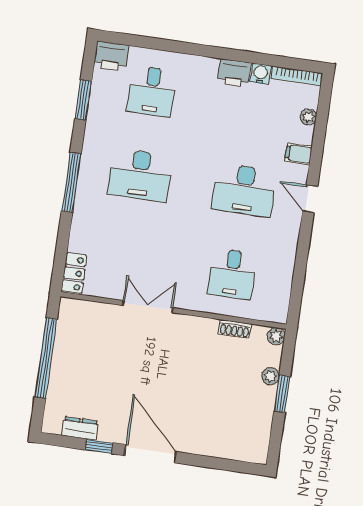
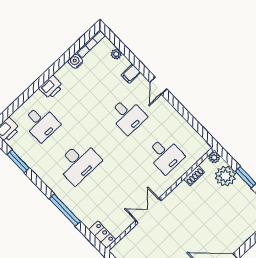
printer: (234, 73) -> (51, 87), moved
window: (71, 182) -> (65, 210), moved
desk: (244, 190) -> (128, 116), width x0.73
door: (310, 199) -> (158, 86), hinge flipped
plant: (270, 376) -> (225, 176), width x1.88, depth x1.88

